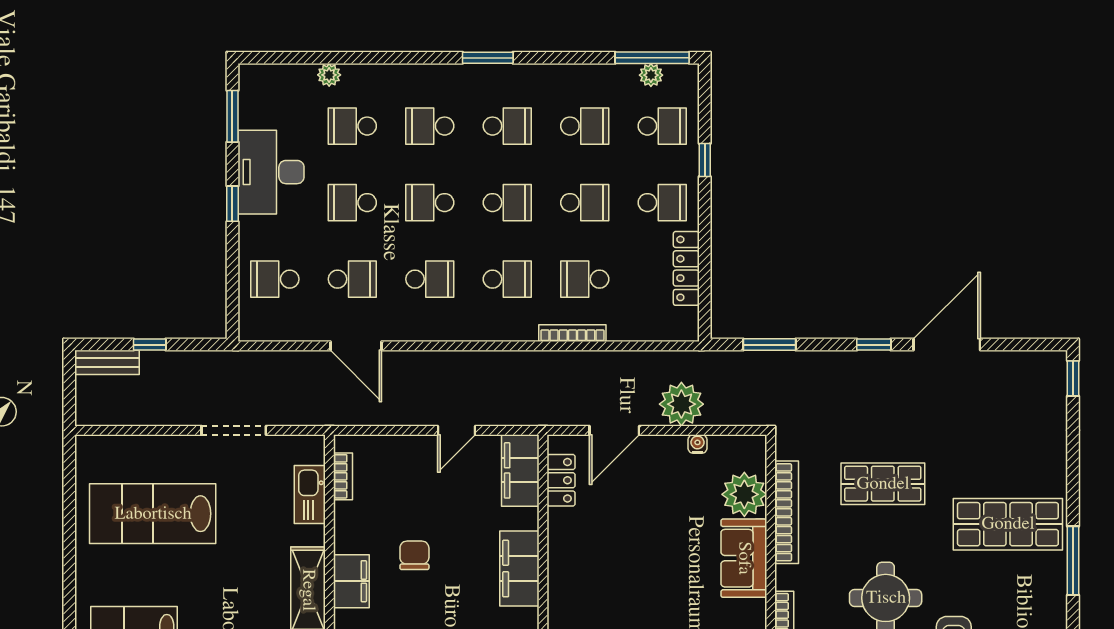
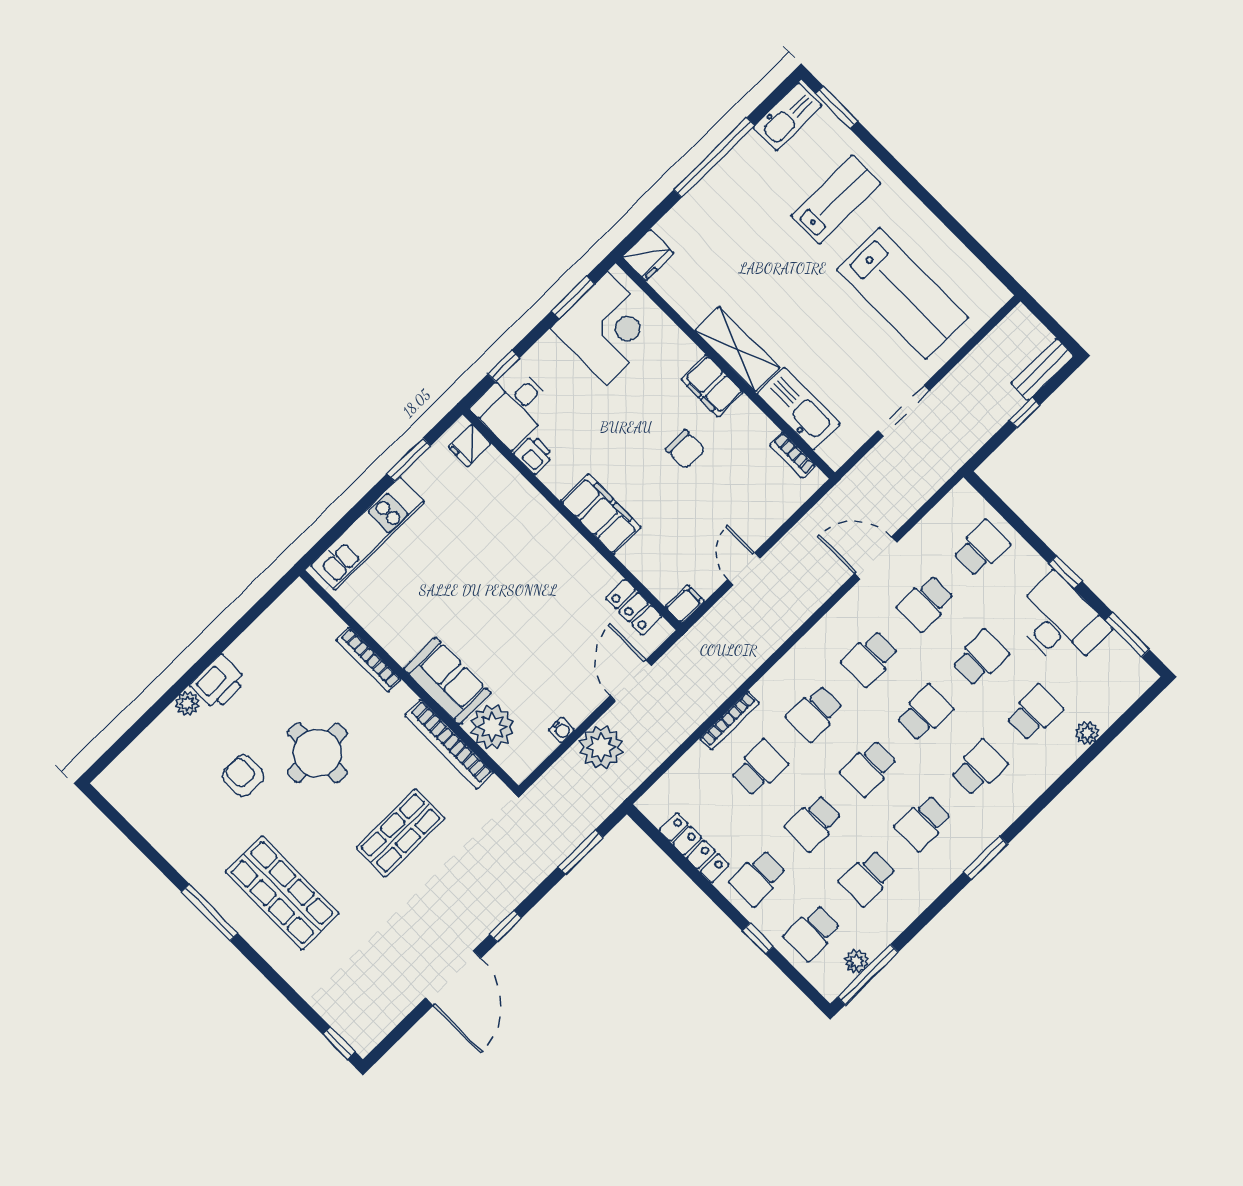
filing cabinet: (520, 470) -> (685, 604), width x0.33, depth x0.86
kitchen sink: (310, 494) -> (799, 409), width x1.36, depth x1.24
lab bench: (153, 514) -> (903, 293), turned 90
shop shelf: (1008, 524) -> (282, 893), turned 90

